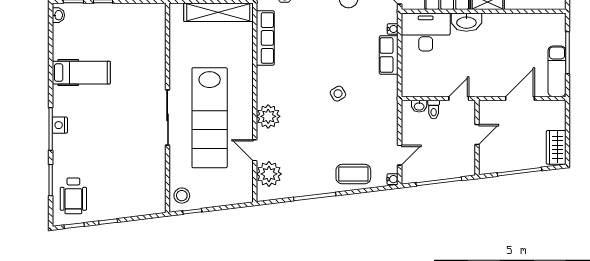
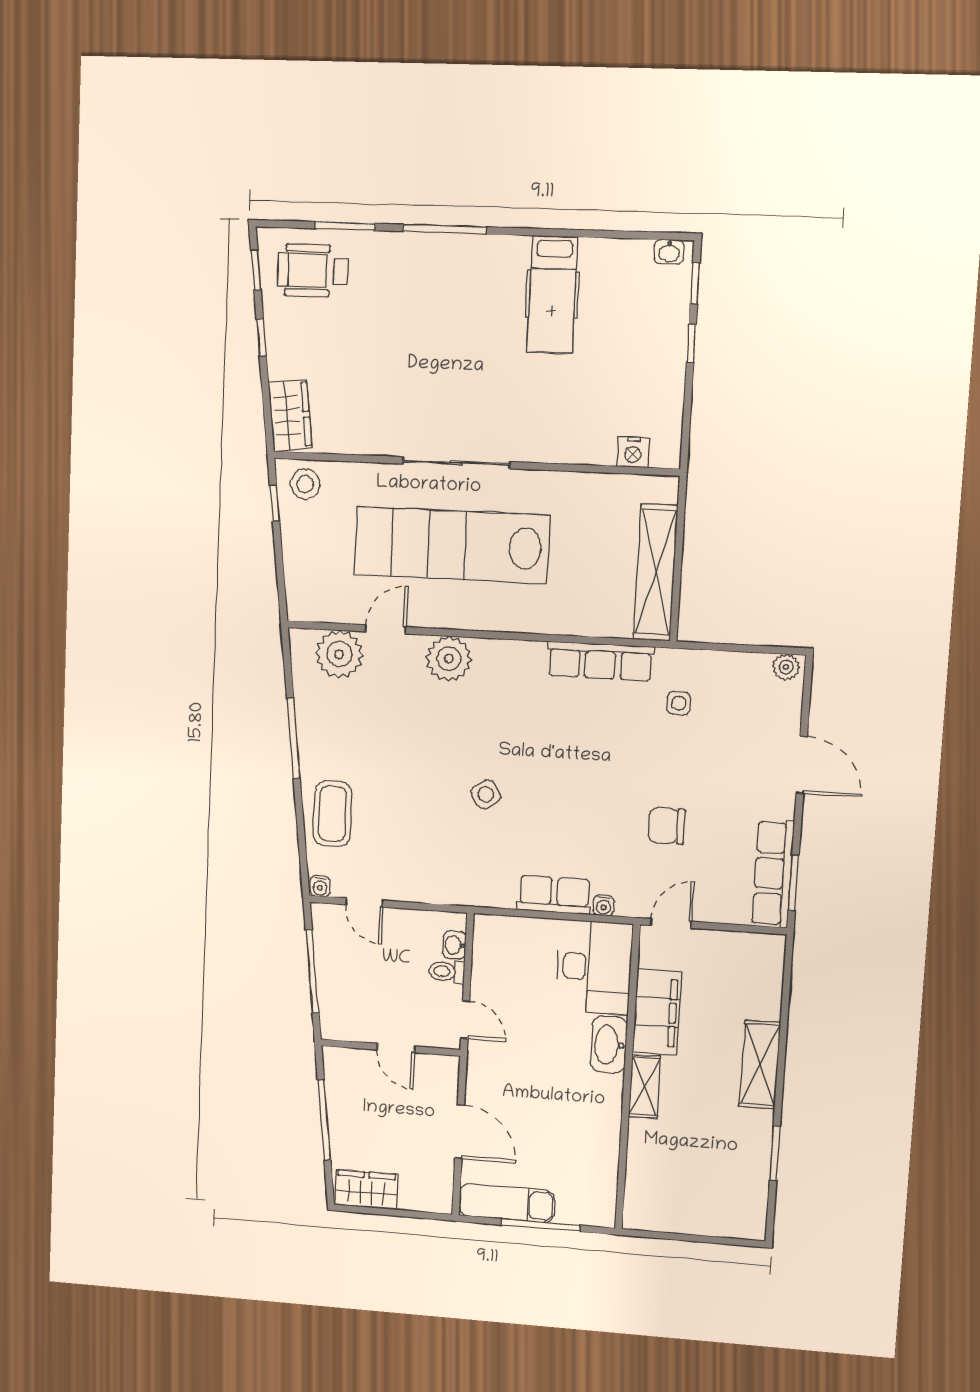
nightstand: (60, 125) -> (633, 452), moved, turned 180
wardrobe: (147, 205) -> (290, 415), added

